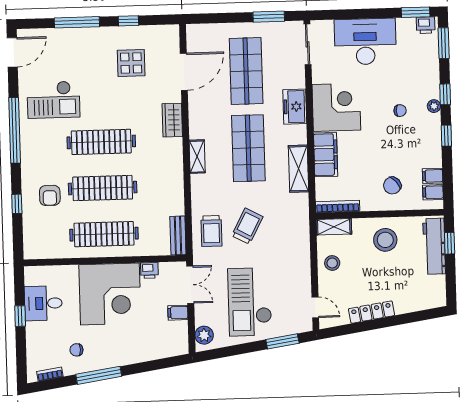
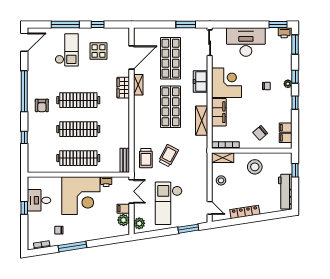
checkout: (53, 100) -> (67, 50), moved, turned -90
shelving: (197, 157) -> (138, 85), moved
armchair: (50, 195) -> (42, 105), moved
workbench: (434, 246) -> (285, 192), moved
plant: (179, 331) -> (123, 220), added

